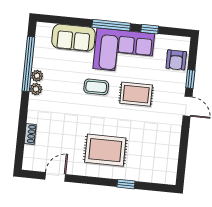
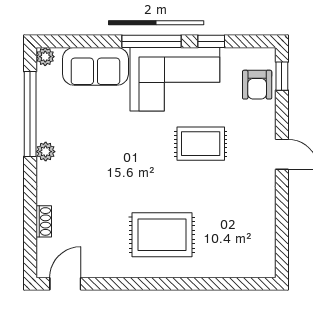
plant: (37, 76) -> (45, 57), moved
window: (190, 79) -> (282, 76), moved
coffee table: (96, 87) -> (138, 139), removed
door: (55, 177) -> (65, 284), moved
window: (126, 184) -> (199, 284), removed

